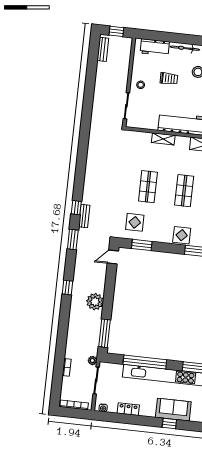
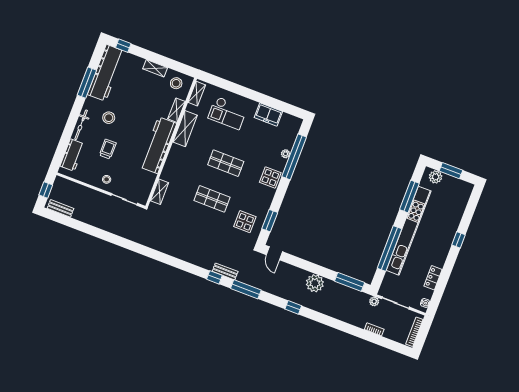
shelving: (163, 139) -> (160, 192), moved
window: (73, 239) -> (246, 289), width x1.44
sofa: (173, 410) -> (445, 232), removed

